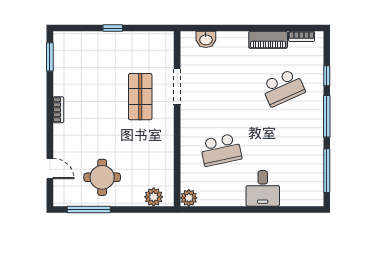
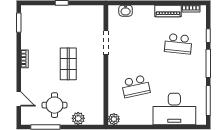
school desk: (283, 88) -> (178, 44), turned 30
shop shelf: (140, 97) -> (68, 64), moved
desk: (263, 188) -> (174, 109), width x1.87, depth x1.30
plant: (154, 197) -> (78, 118), moved

